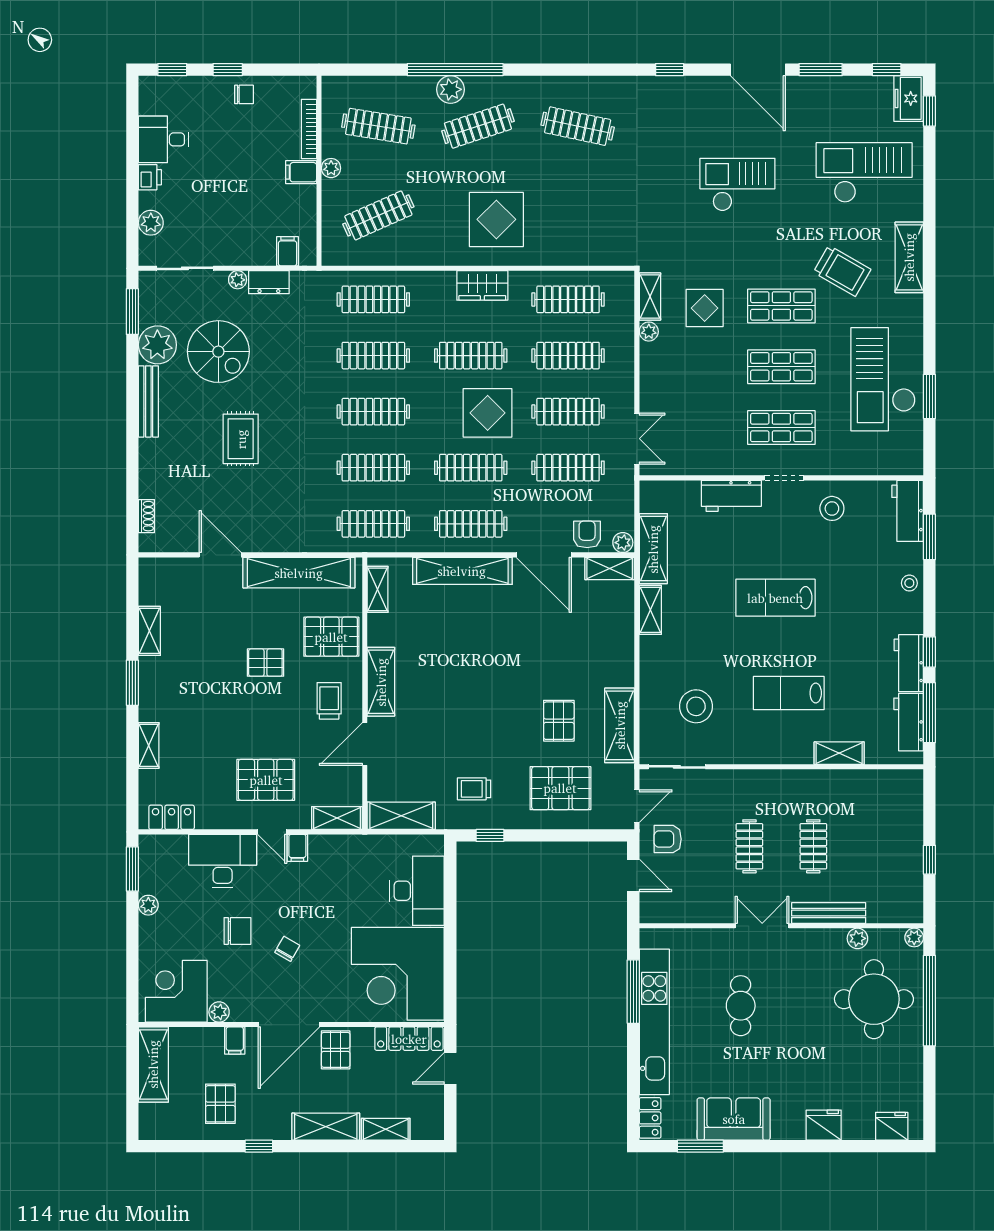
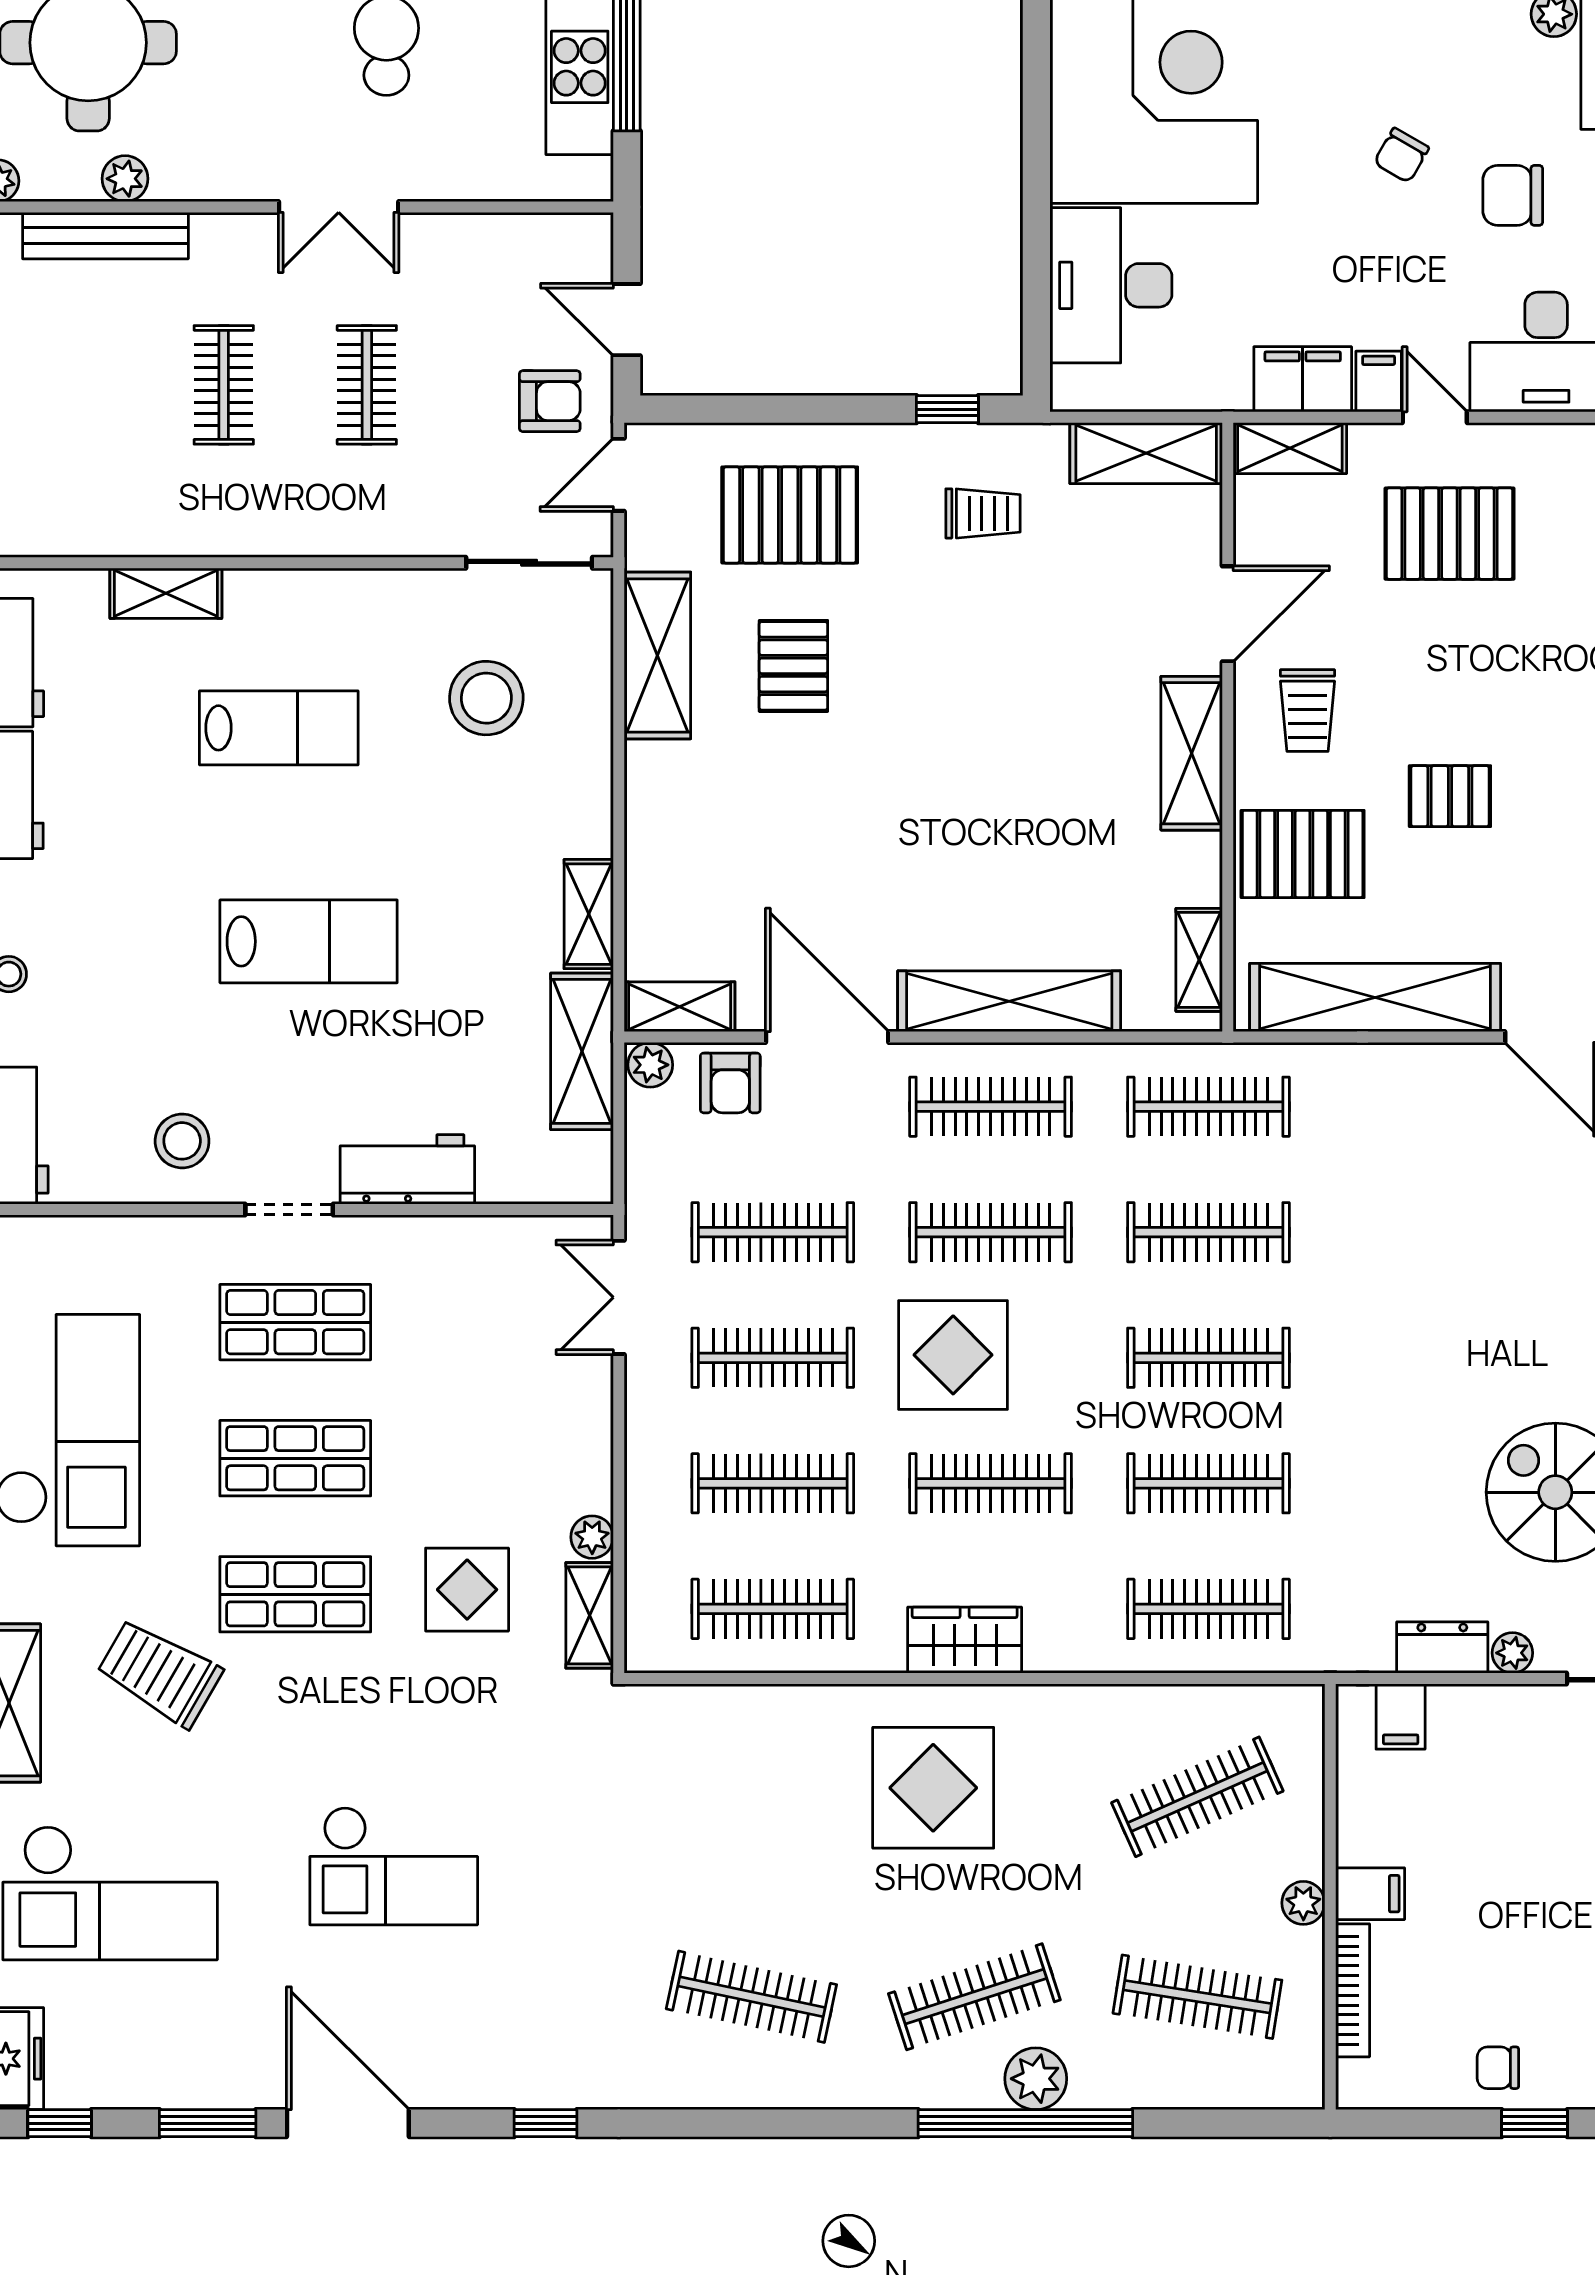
rug: (241, 439) -> (1506, 1297), removed
filing cabinet: (331, 849) -> (1303, 379), added
bench: (829, 913) -> (105, 236), moved

